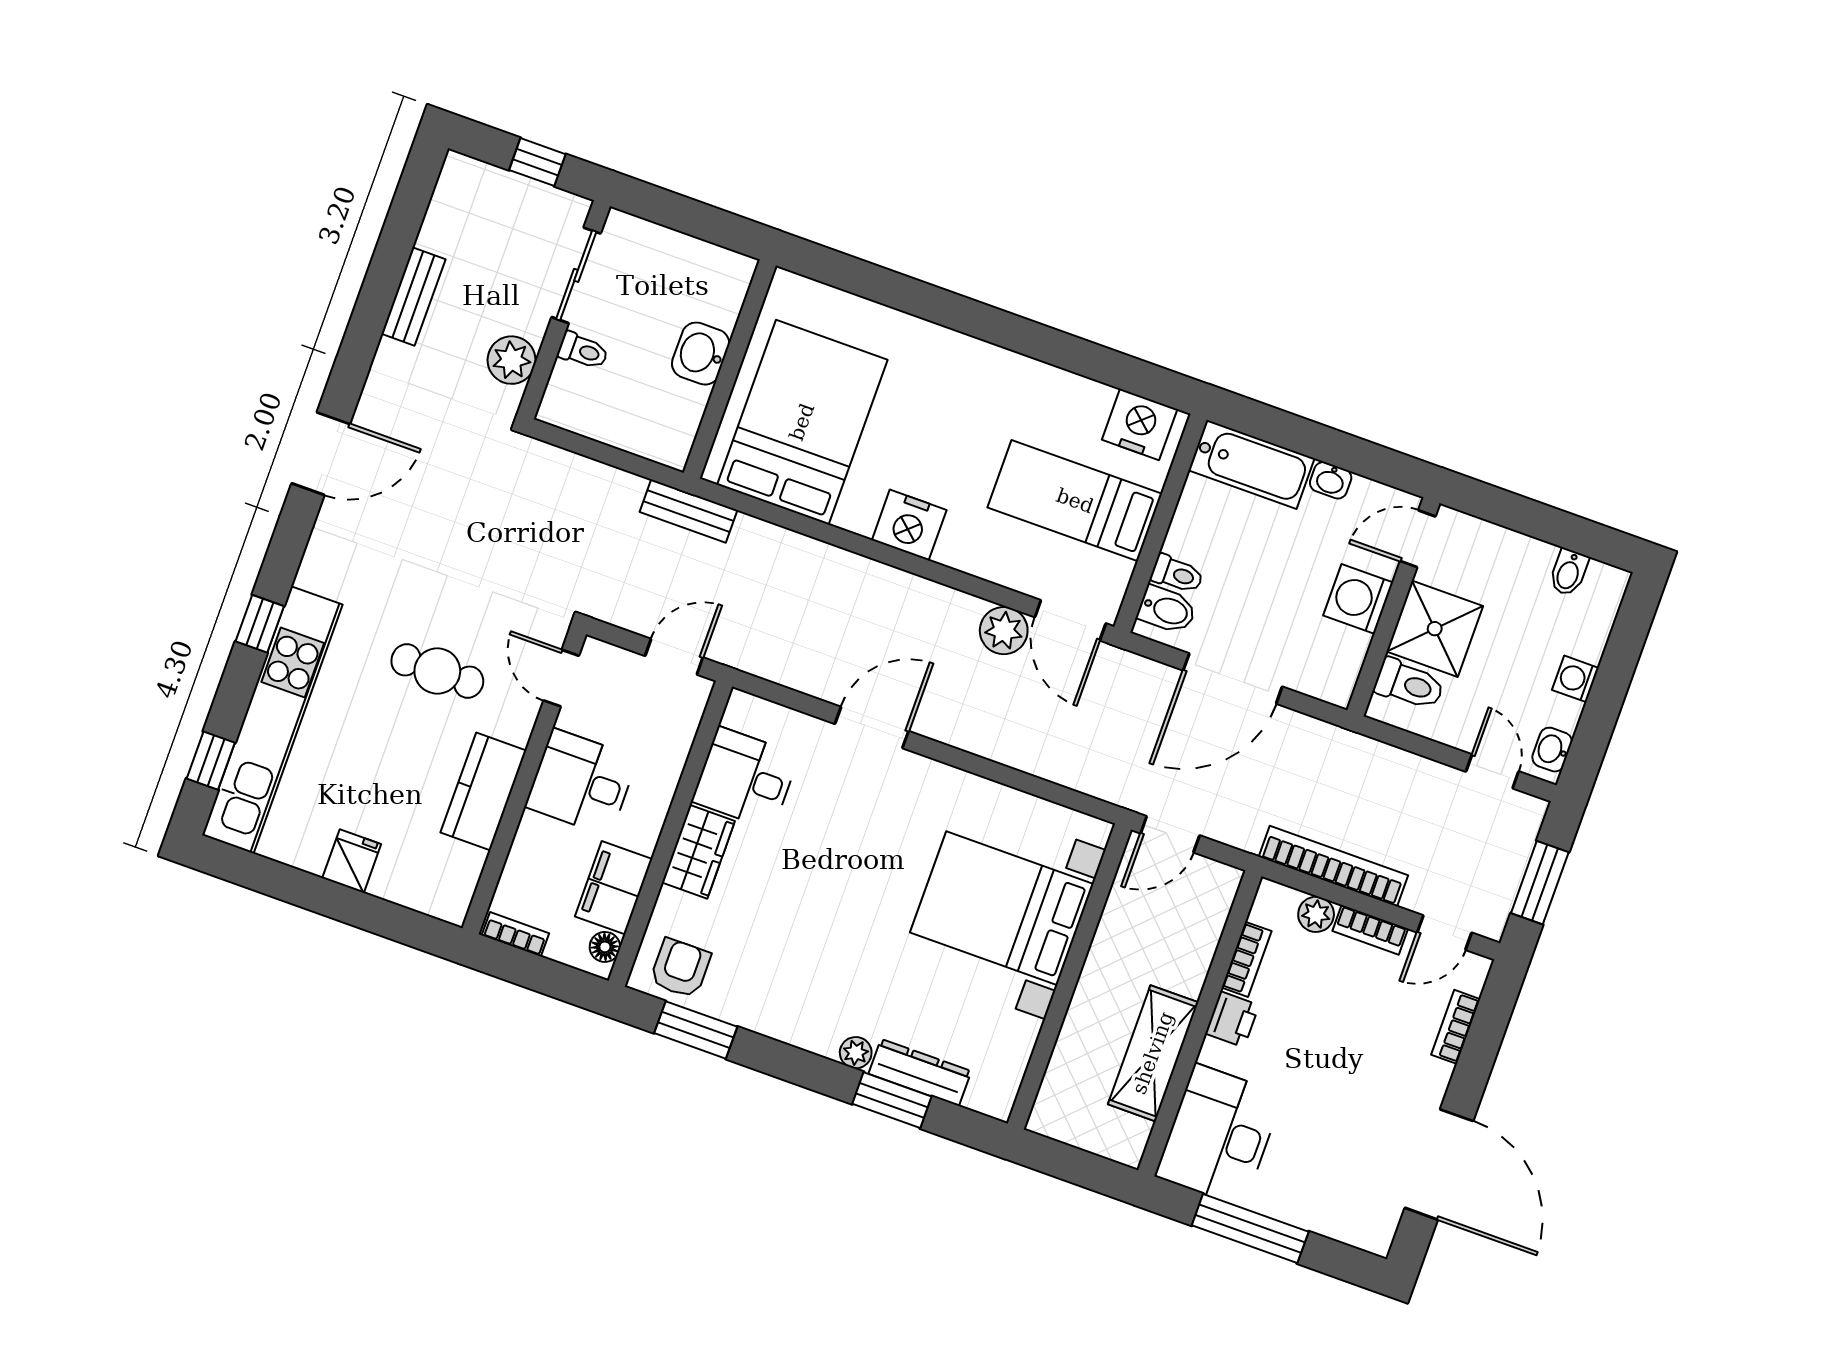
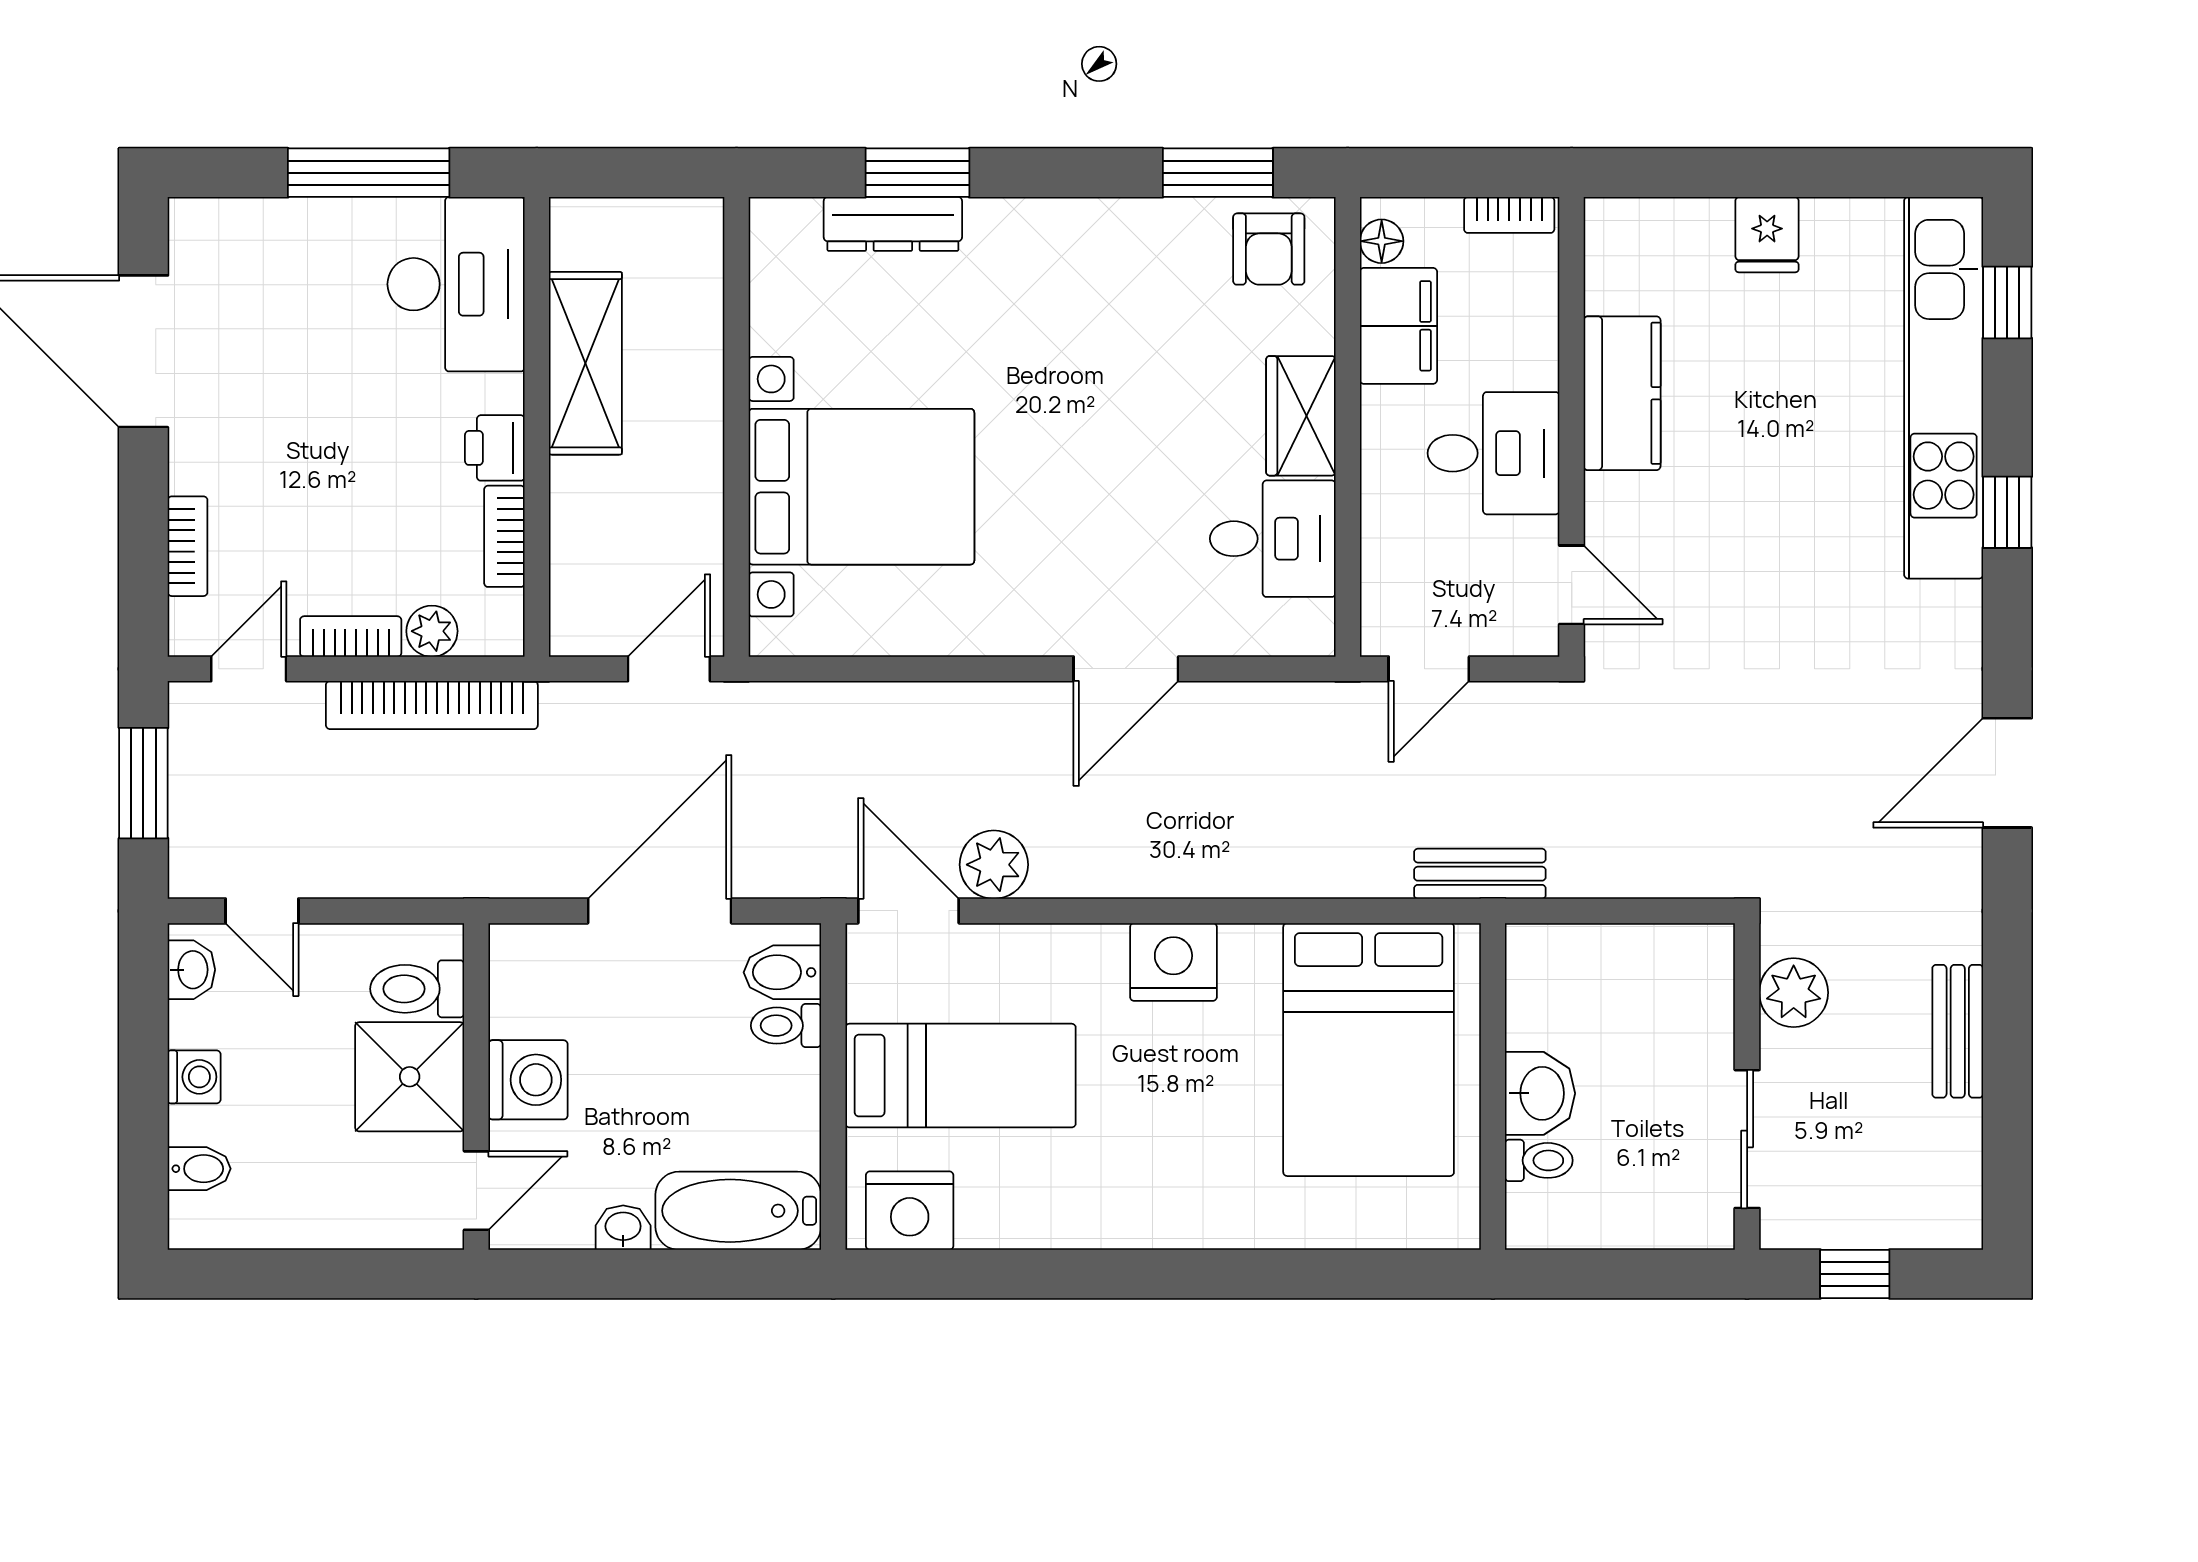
toilet: (583, 351) -> (1539, 1160), moved, turned 180
bidet: (1569, 572) -> (199, 1169), moved, turned 90
cafe table: (437, 671) -> (1743, 534), removed
plant: (856, 1053) -> (990, 220), removed

